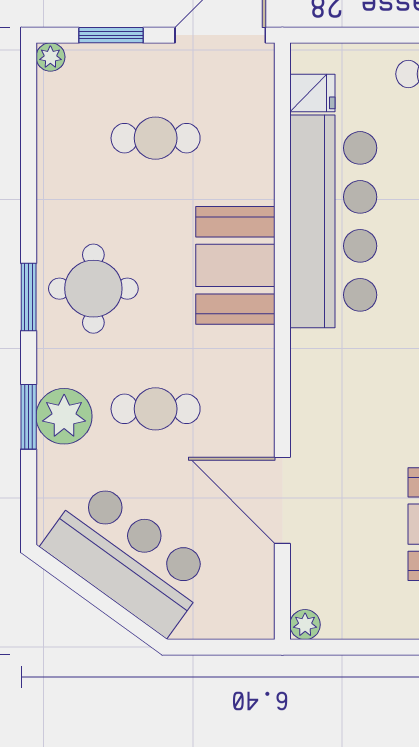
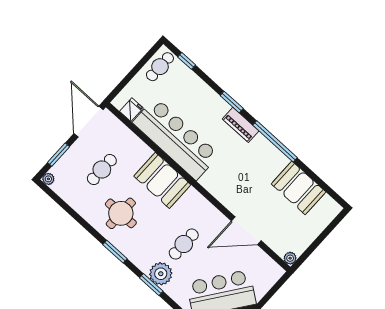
round table: (93, 289) -> (121, 213), moved

